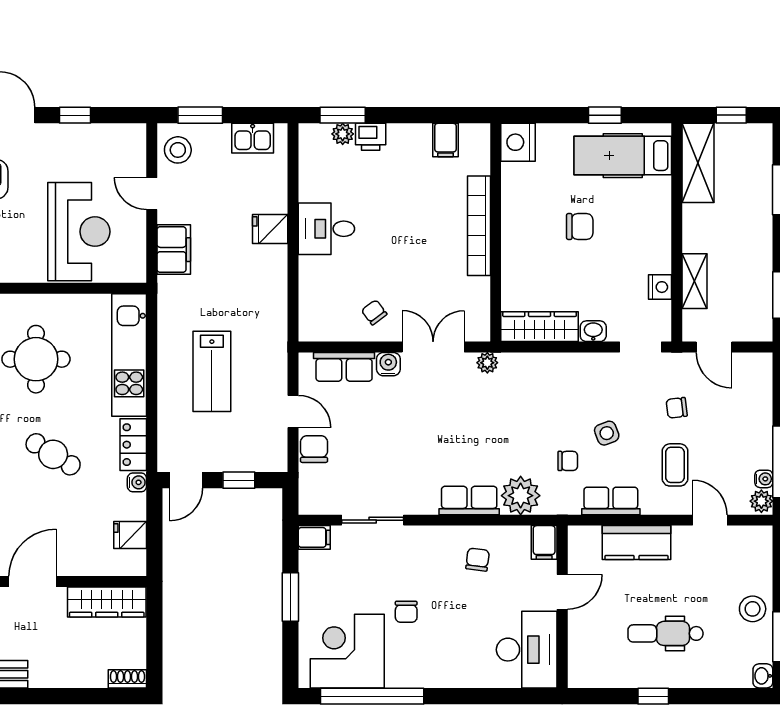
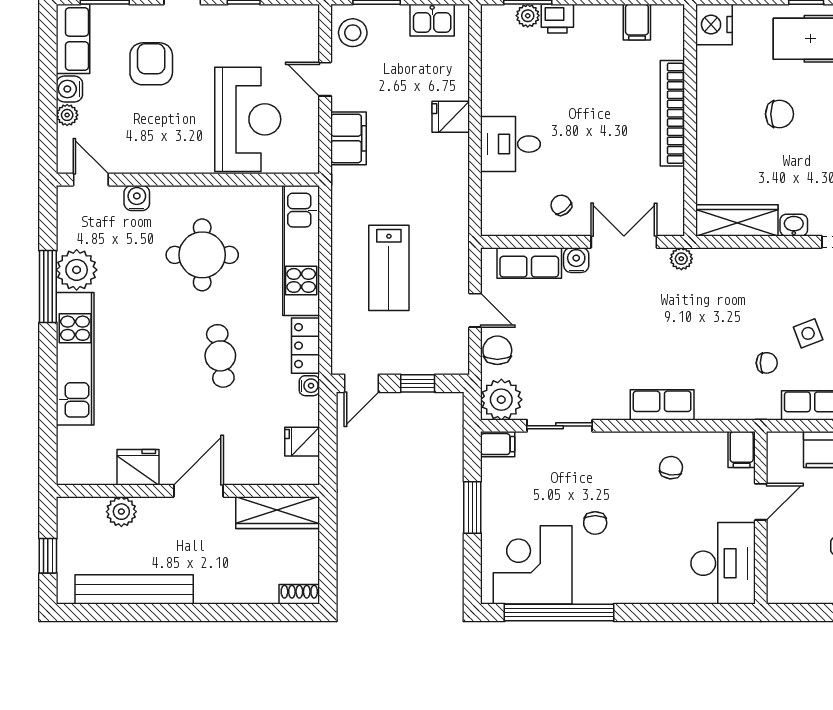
desk: (326, 229) -> (510, 144), moved
cafe table: (53, 454) -> (220, 356), turned 50
plant: (521, 496) -> (501, 400), moved

